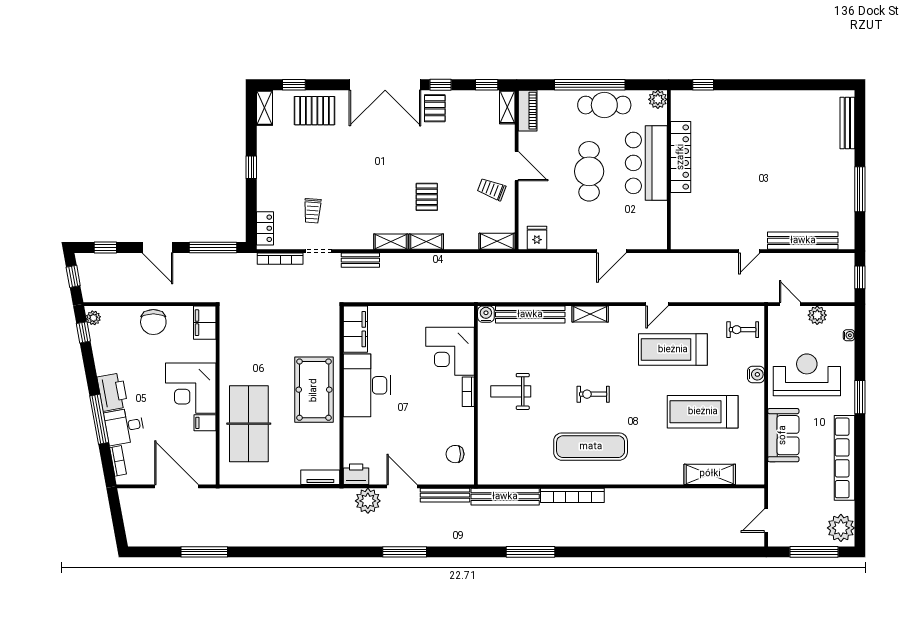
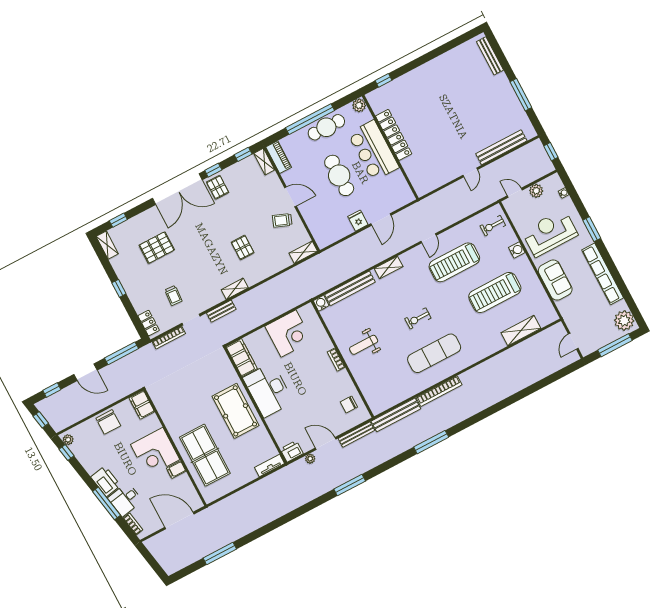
pallet: (315, 111) -> (157, 248), moved
fridge: (537, 238) -> (358, 221), moved
shelving: (426, 242) -> (258, 277), removed
corner desk: (450, 351) -> (289, 334), moved, turned -90
plant: (368, 501) -> (310, 459), width x0.53, depth x0.53

